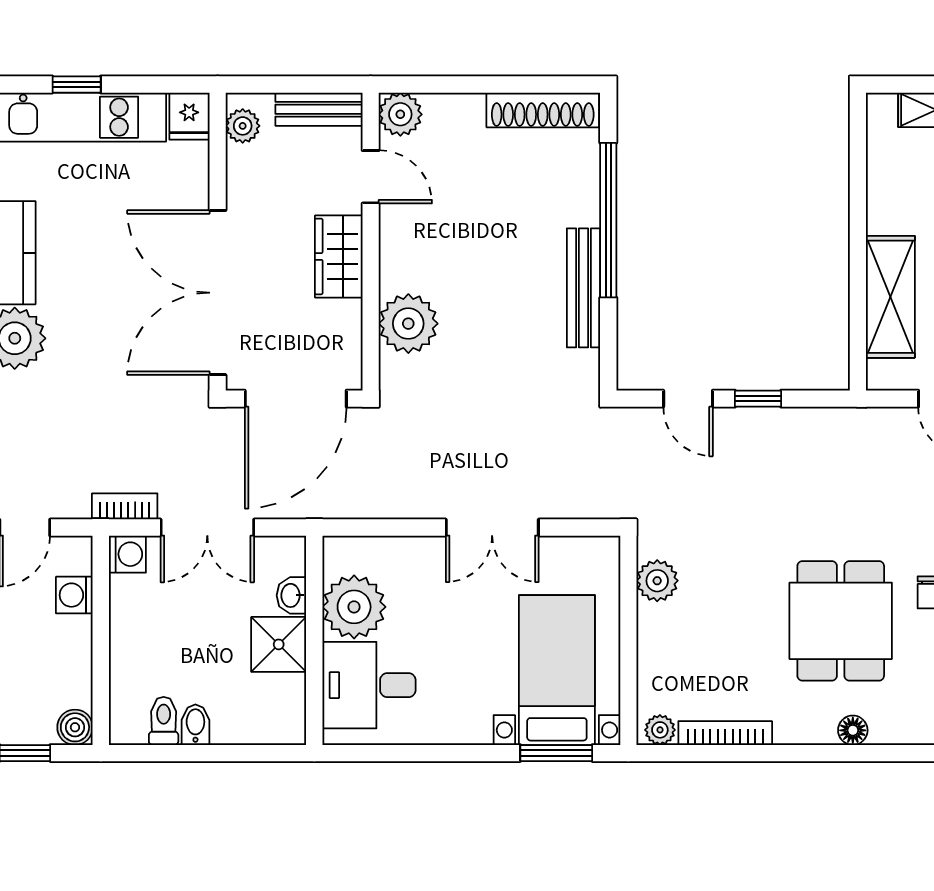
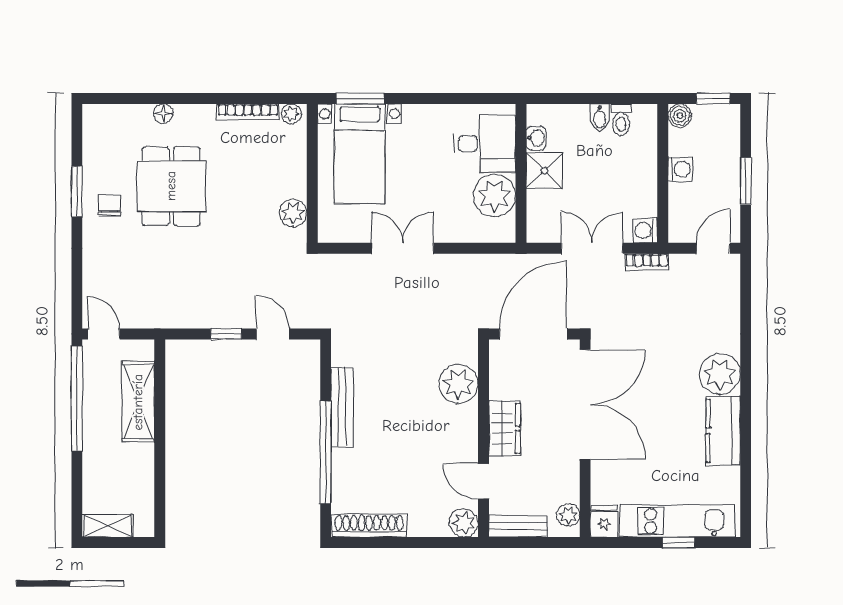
washing machine: (74, 595) -> (680, 169), moved
washbasin: (291, 595) -> (536, 138), moved

